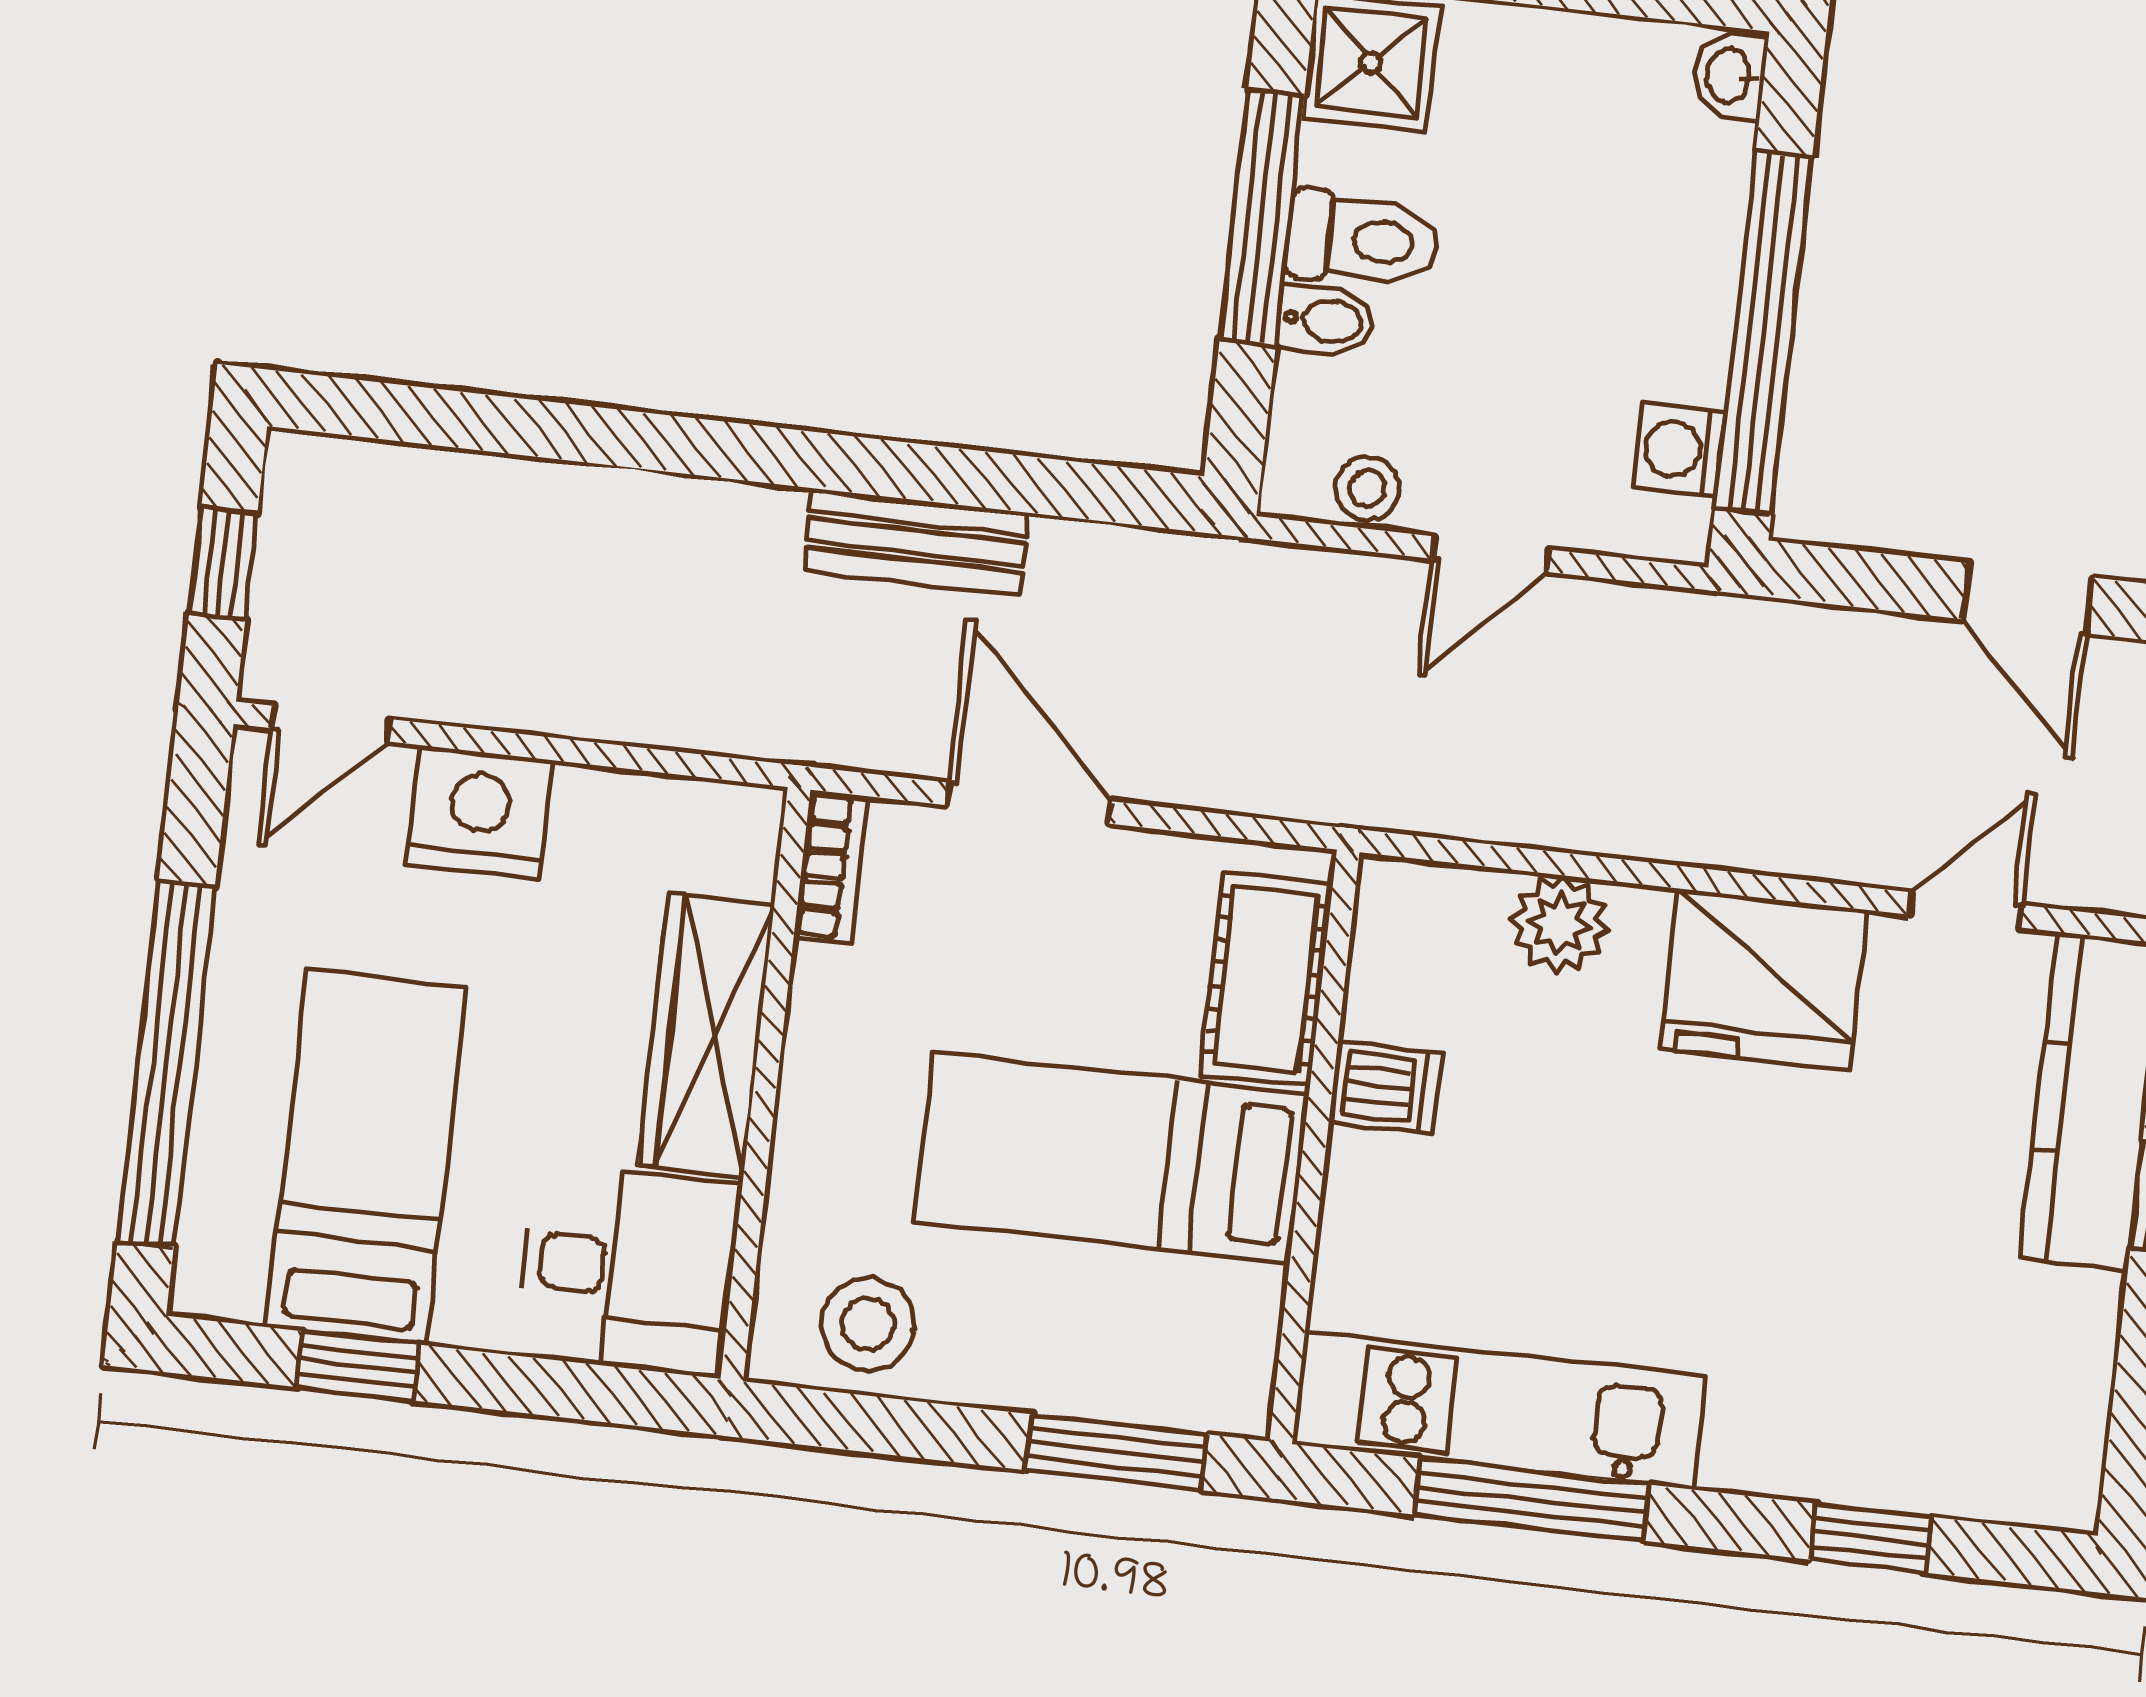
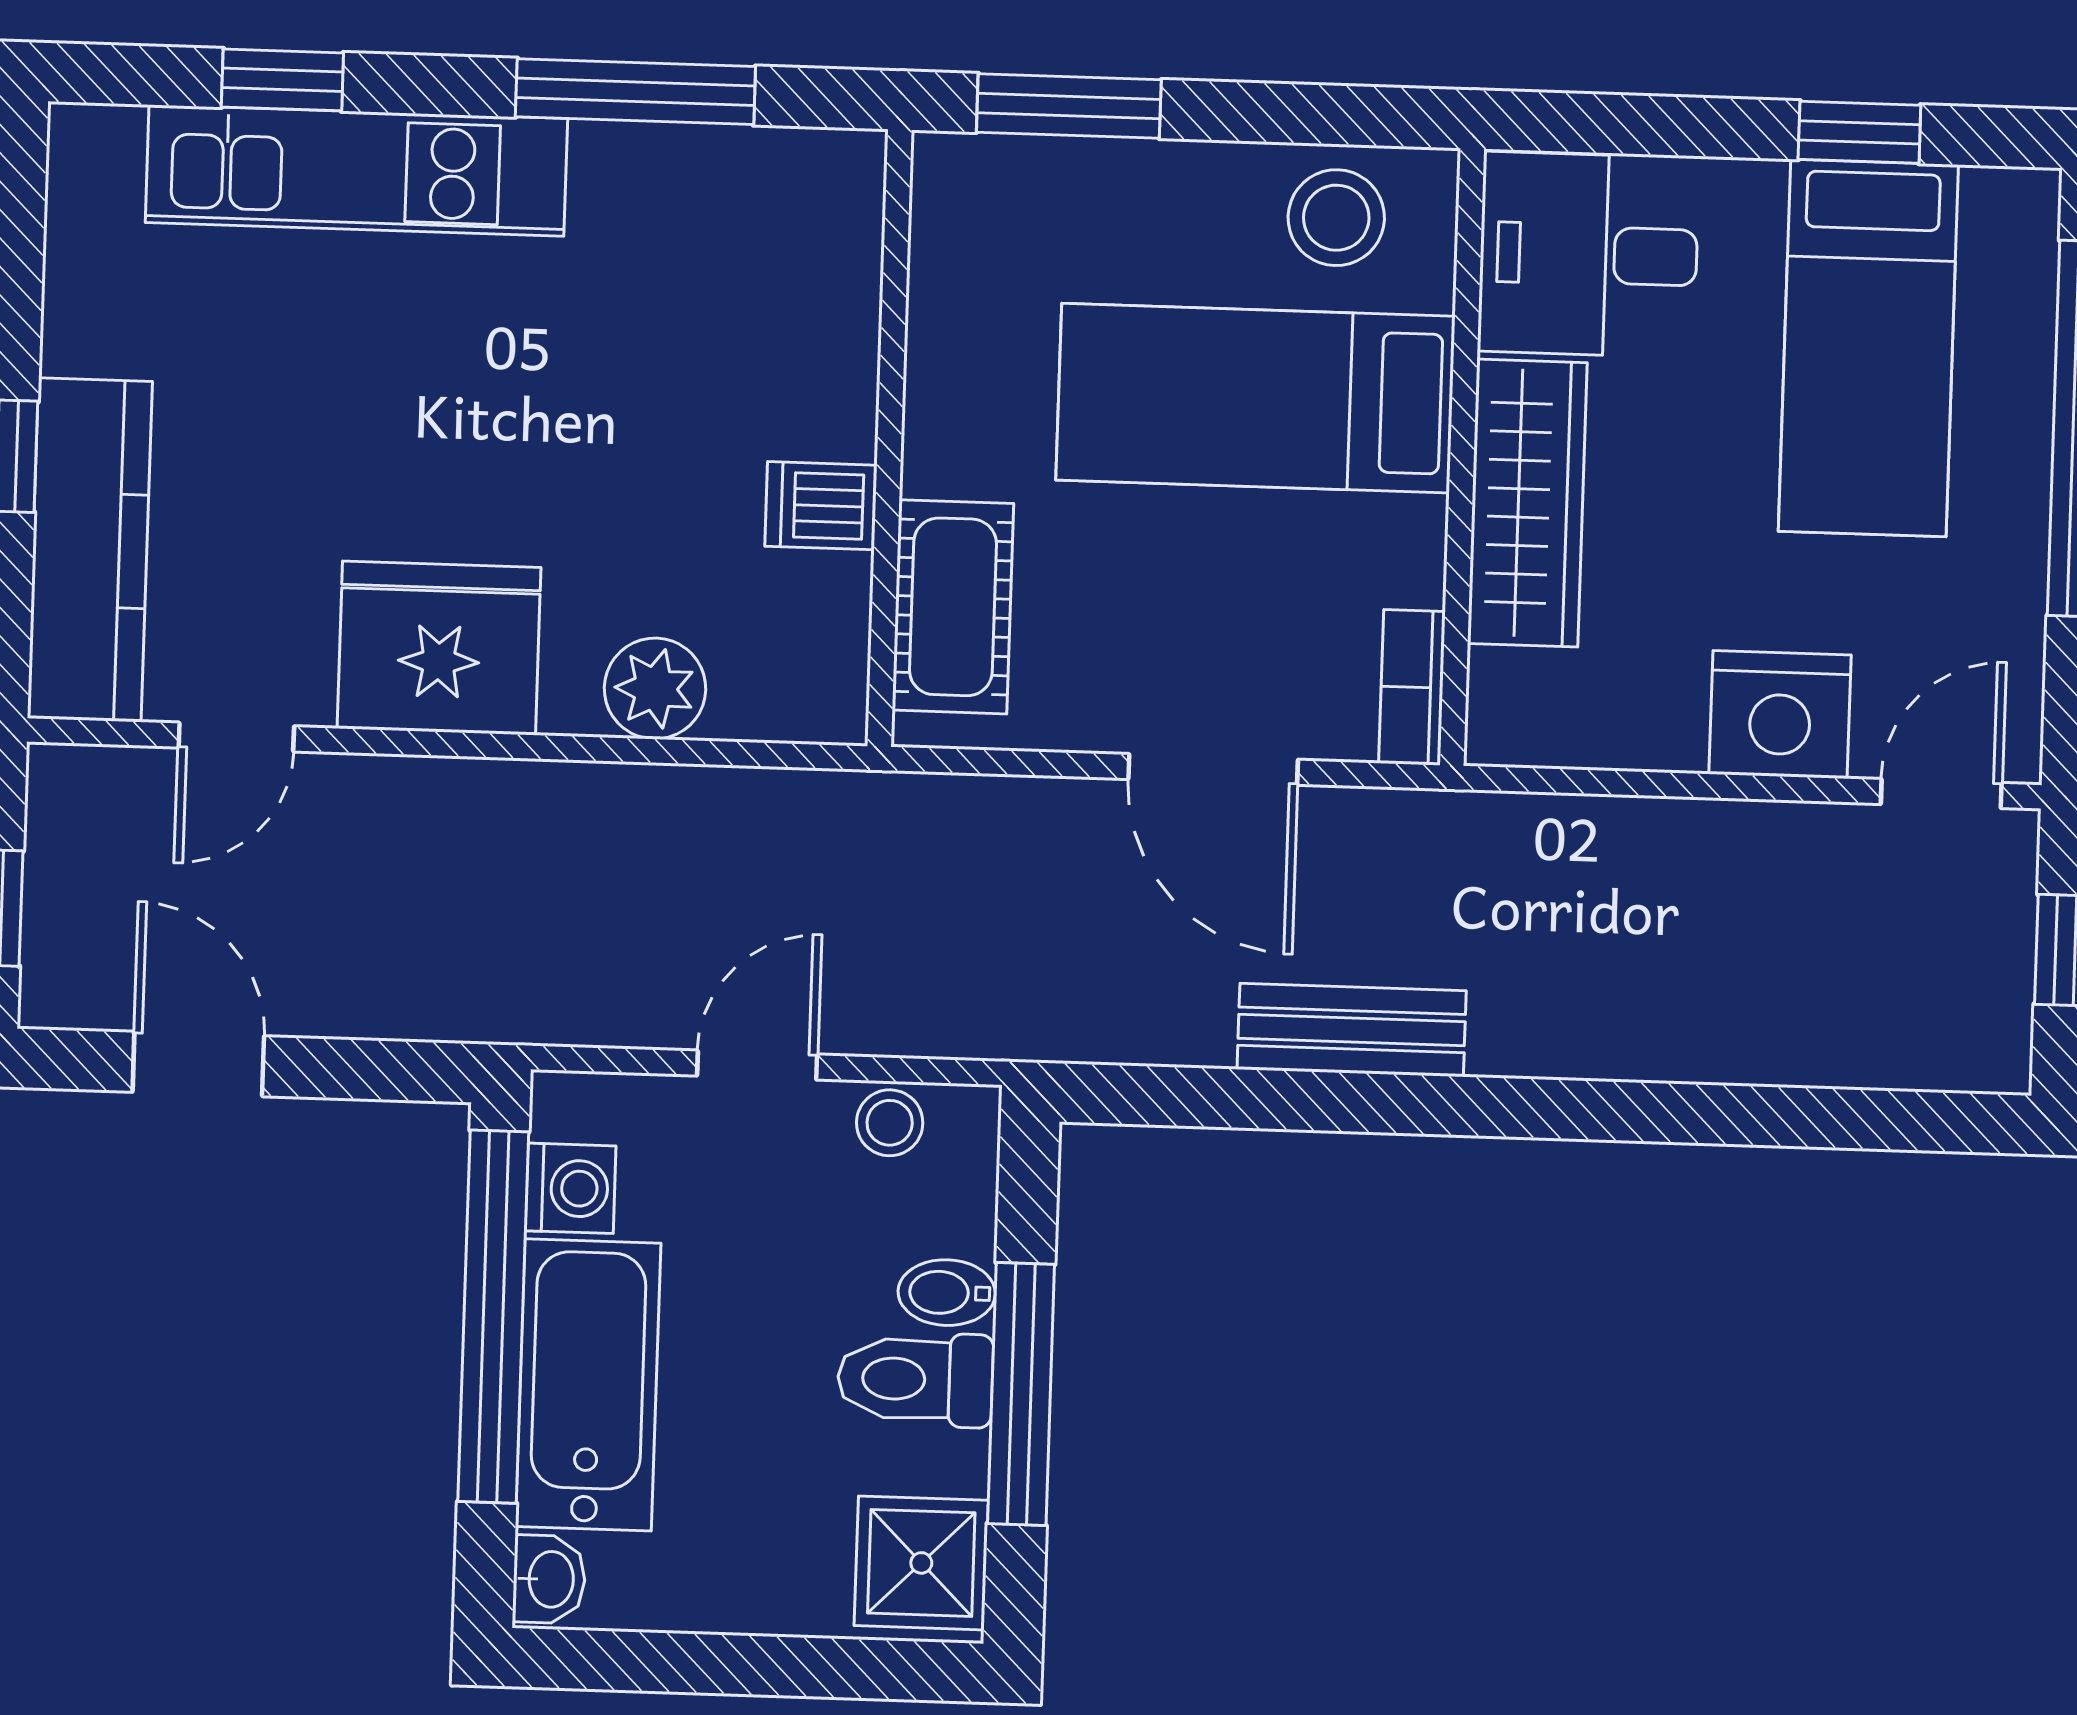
bathtub: (1678, 260) -> (588, 1385), added
bed: (1111, 1158) -> (1256, 398), moved, turned 180
kitchen unit: (1499, 1410) -> (356, 171), moved

